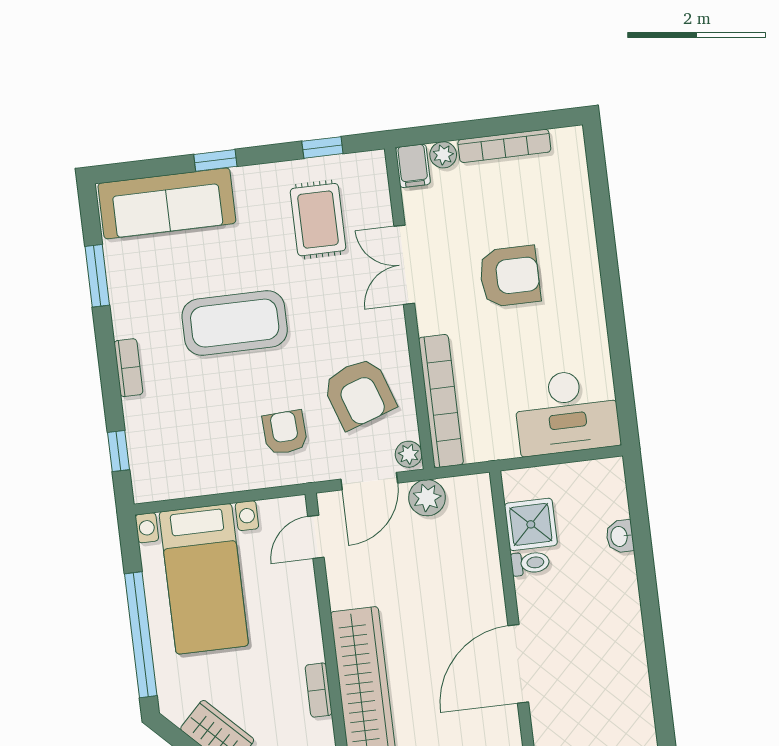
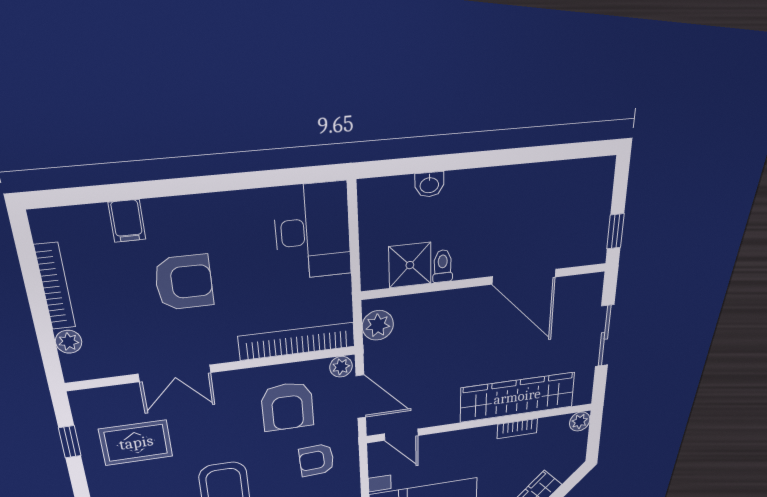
filing cabinet: (413, 166) -> (127, 221), moved, turned 90
armchair: (510, 276) -> (184, 282), turned 90
armchair: (359, 393) -> (287, 406), turned 109
plant: (427, 498) -> (378, 325), moved

